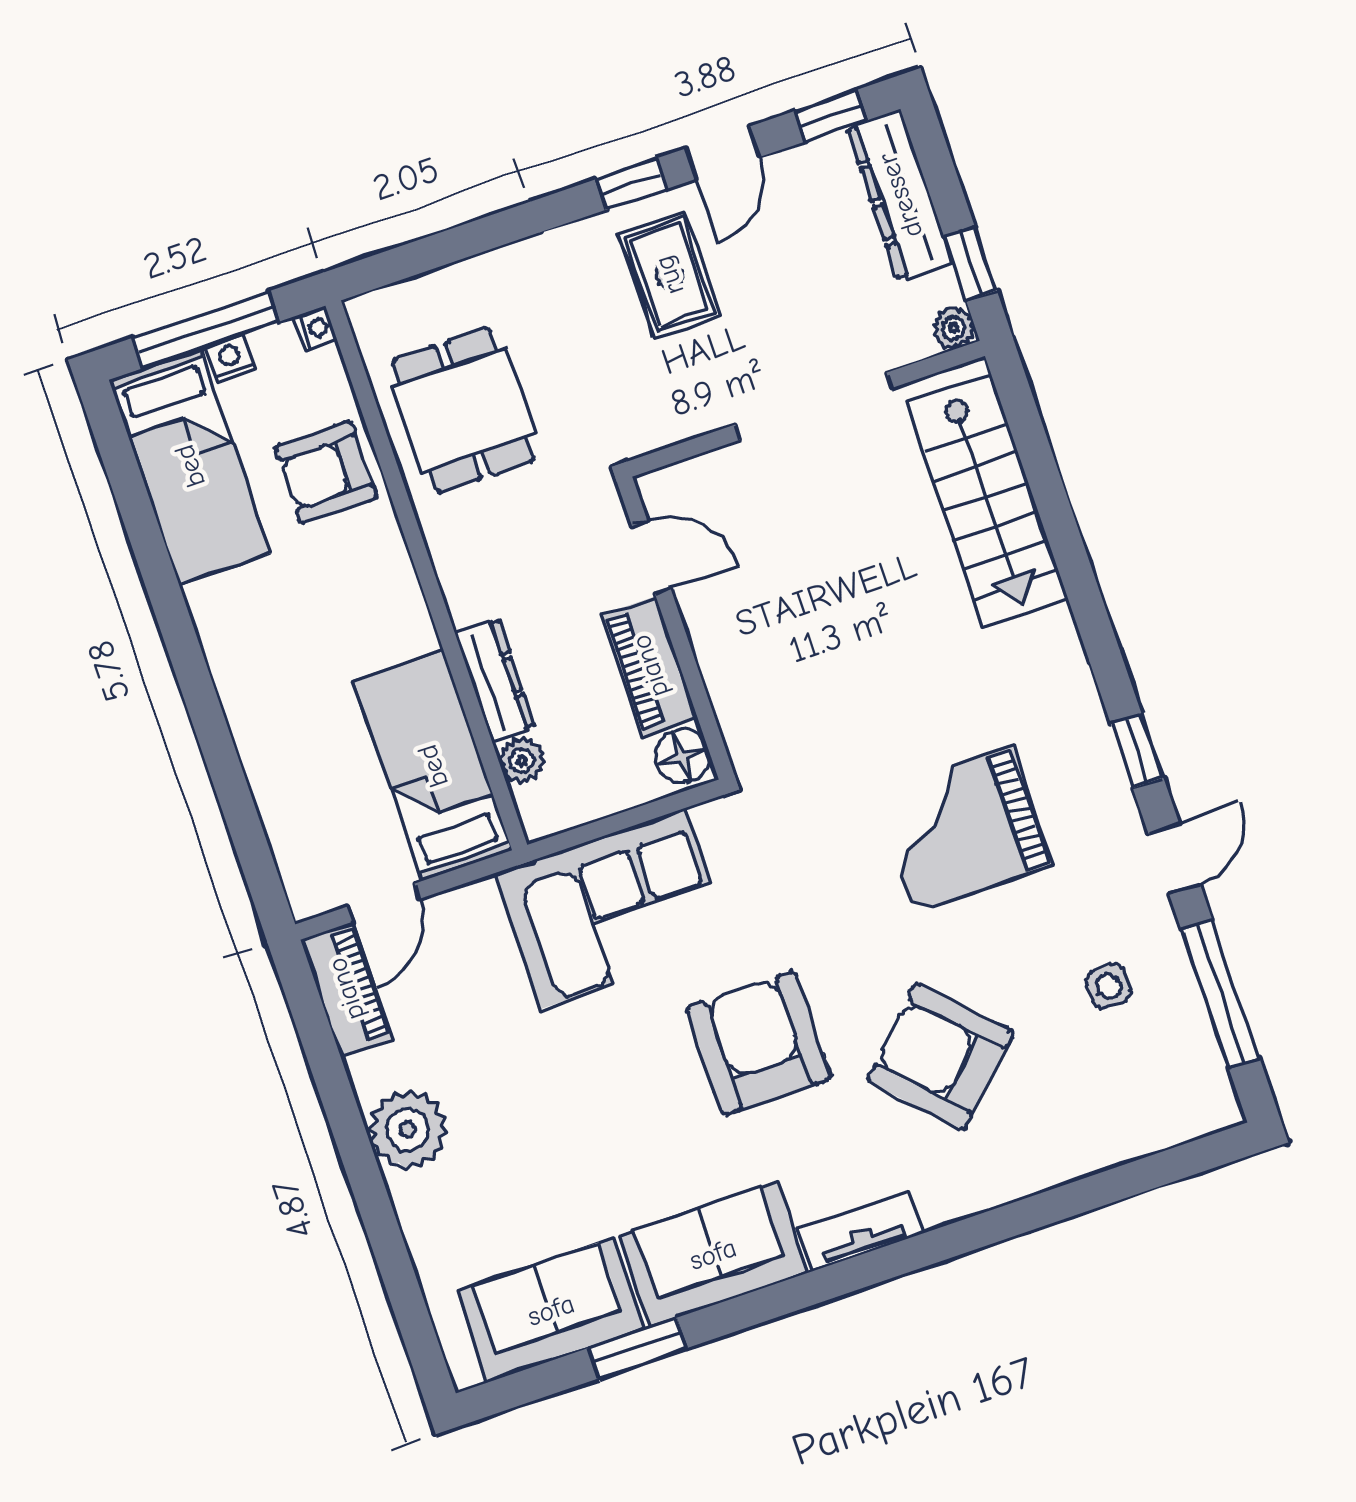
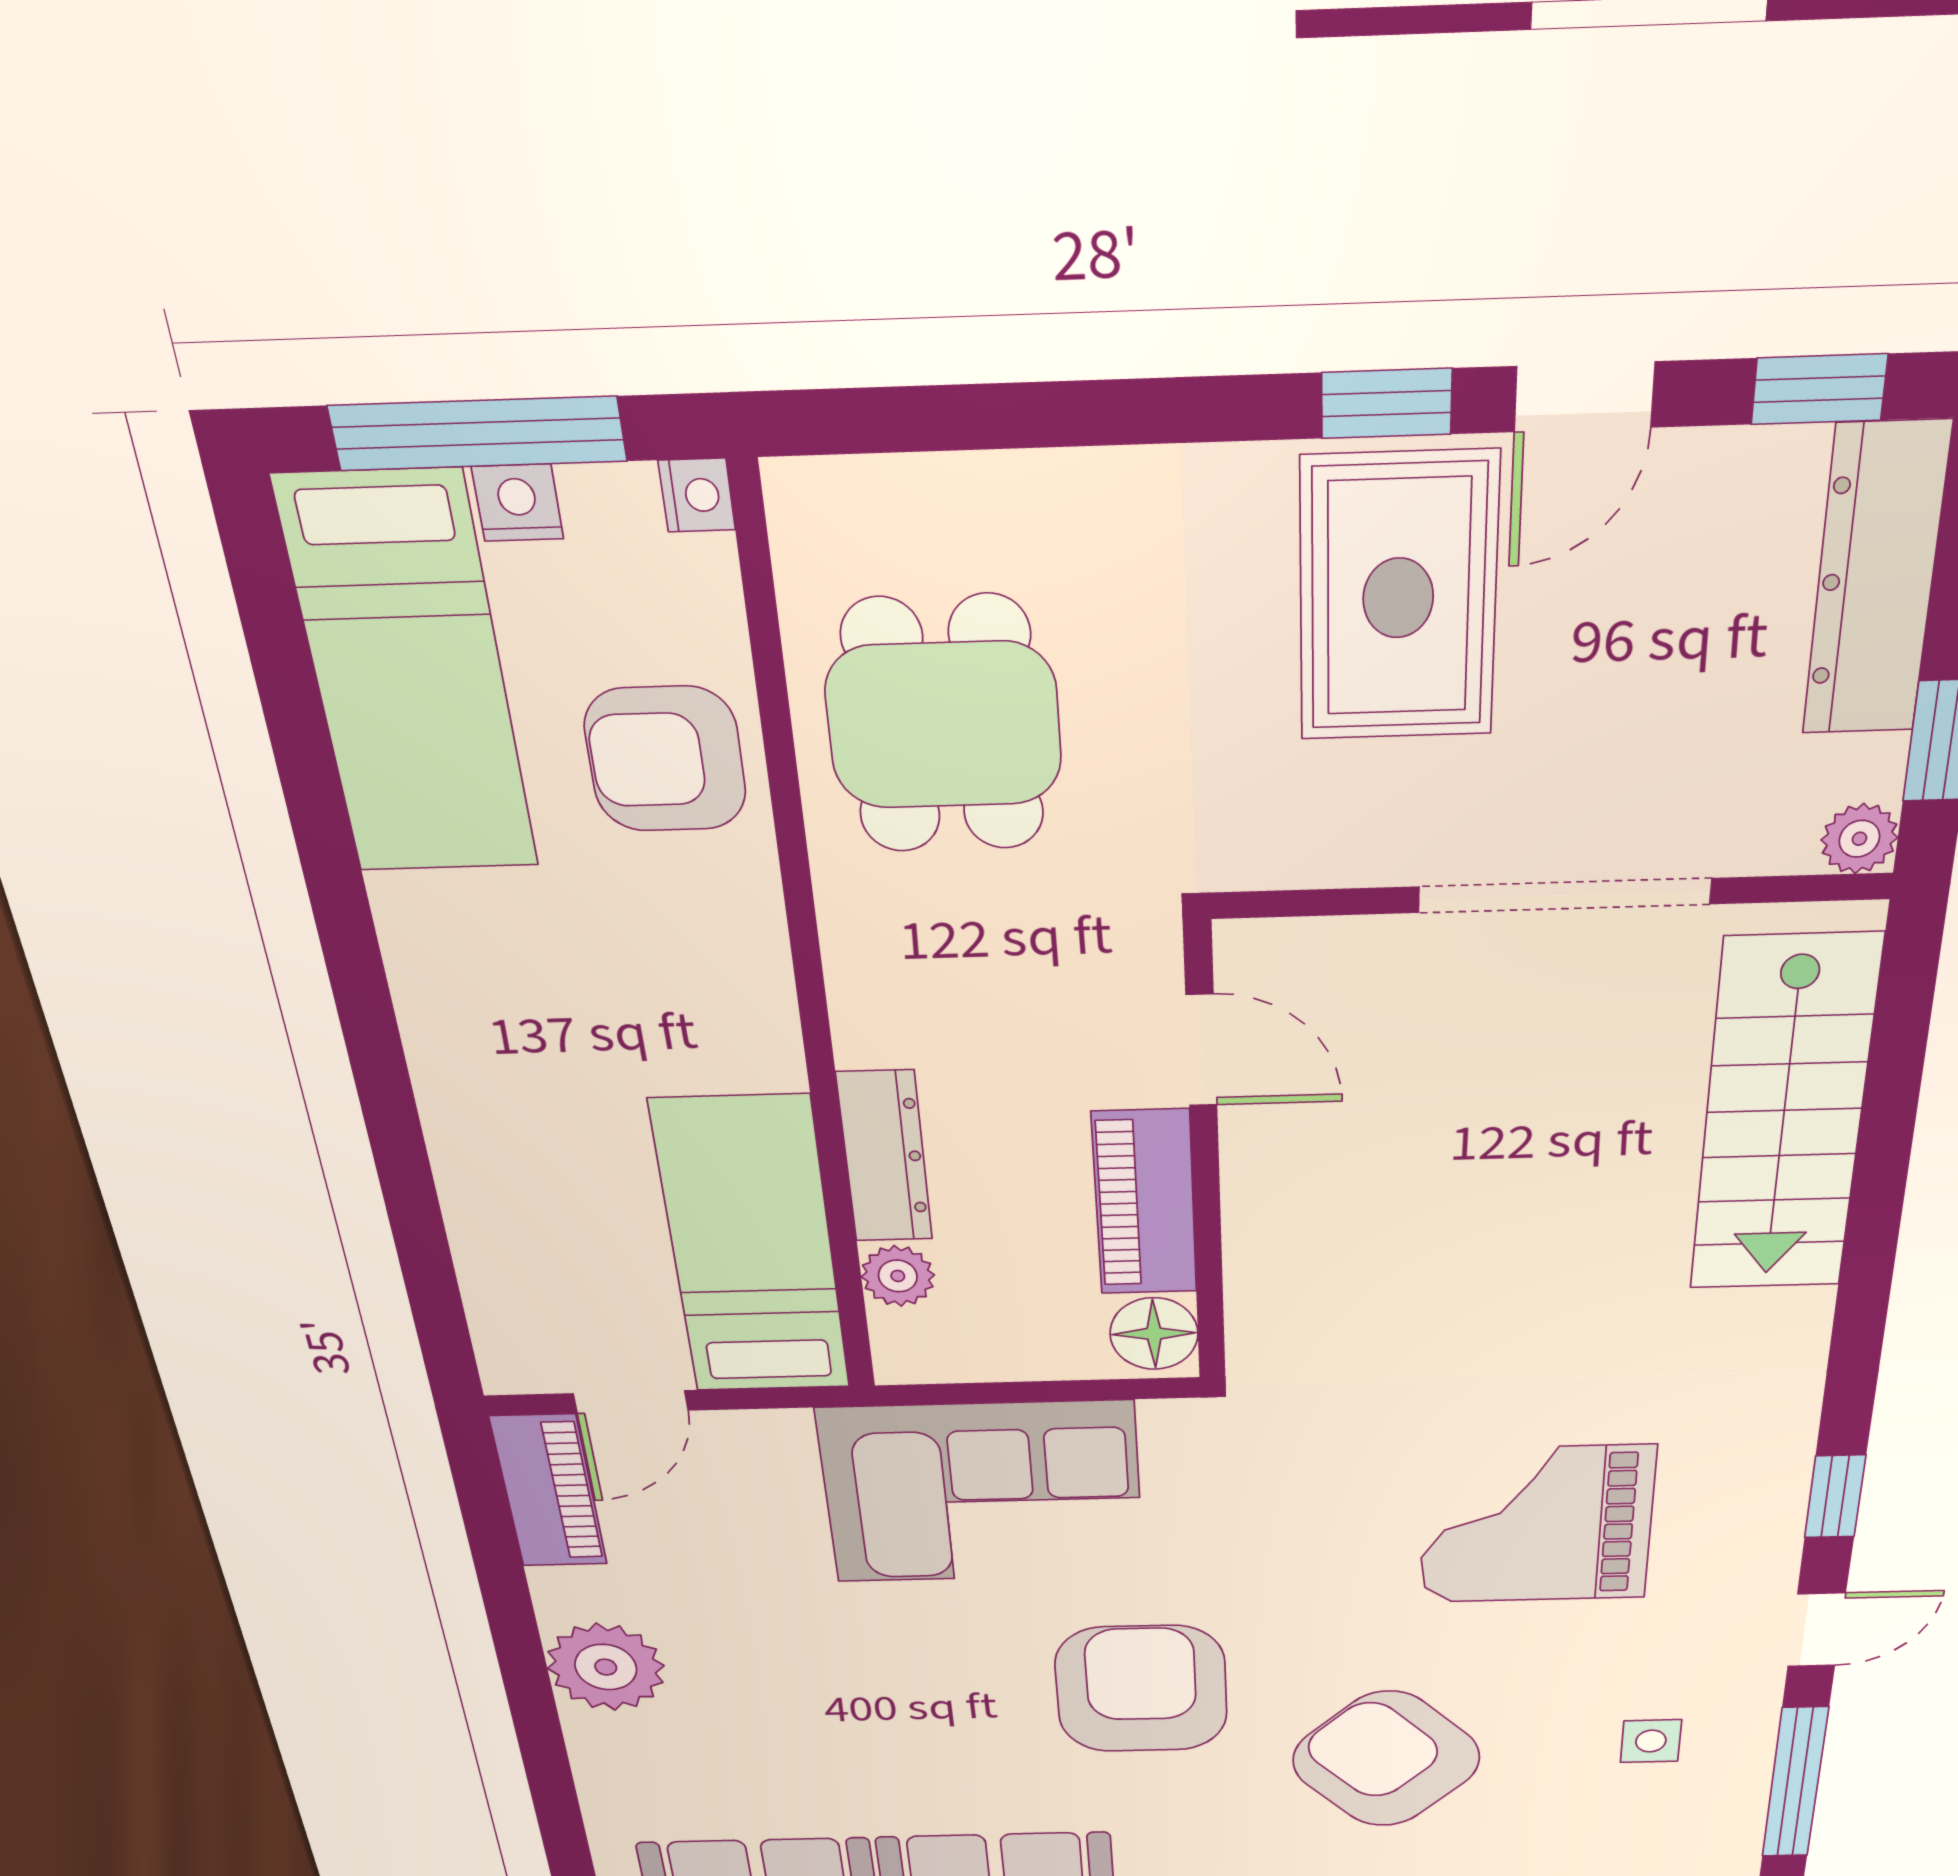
rug: (669, 275) -> (1398, 598), width x1.36, depth x1.43

